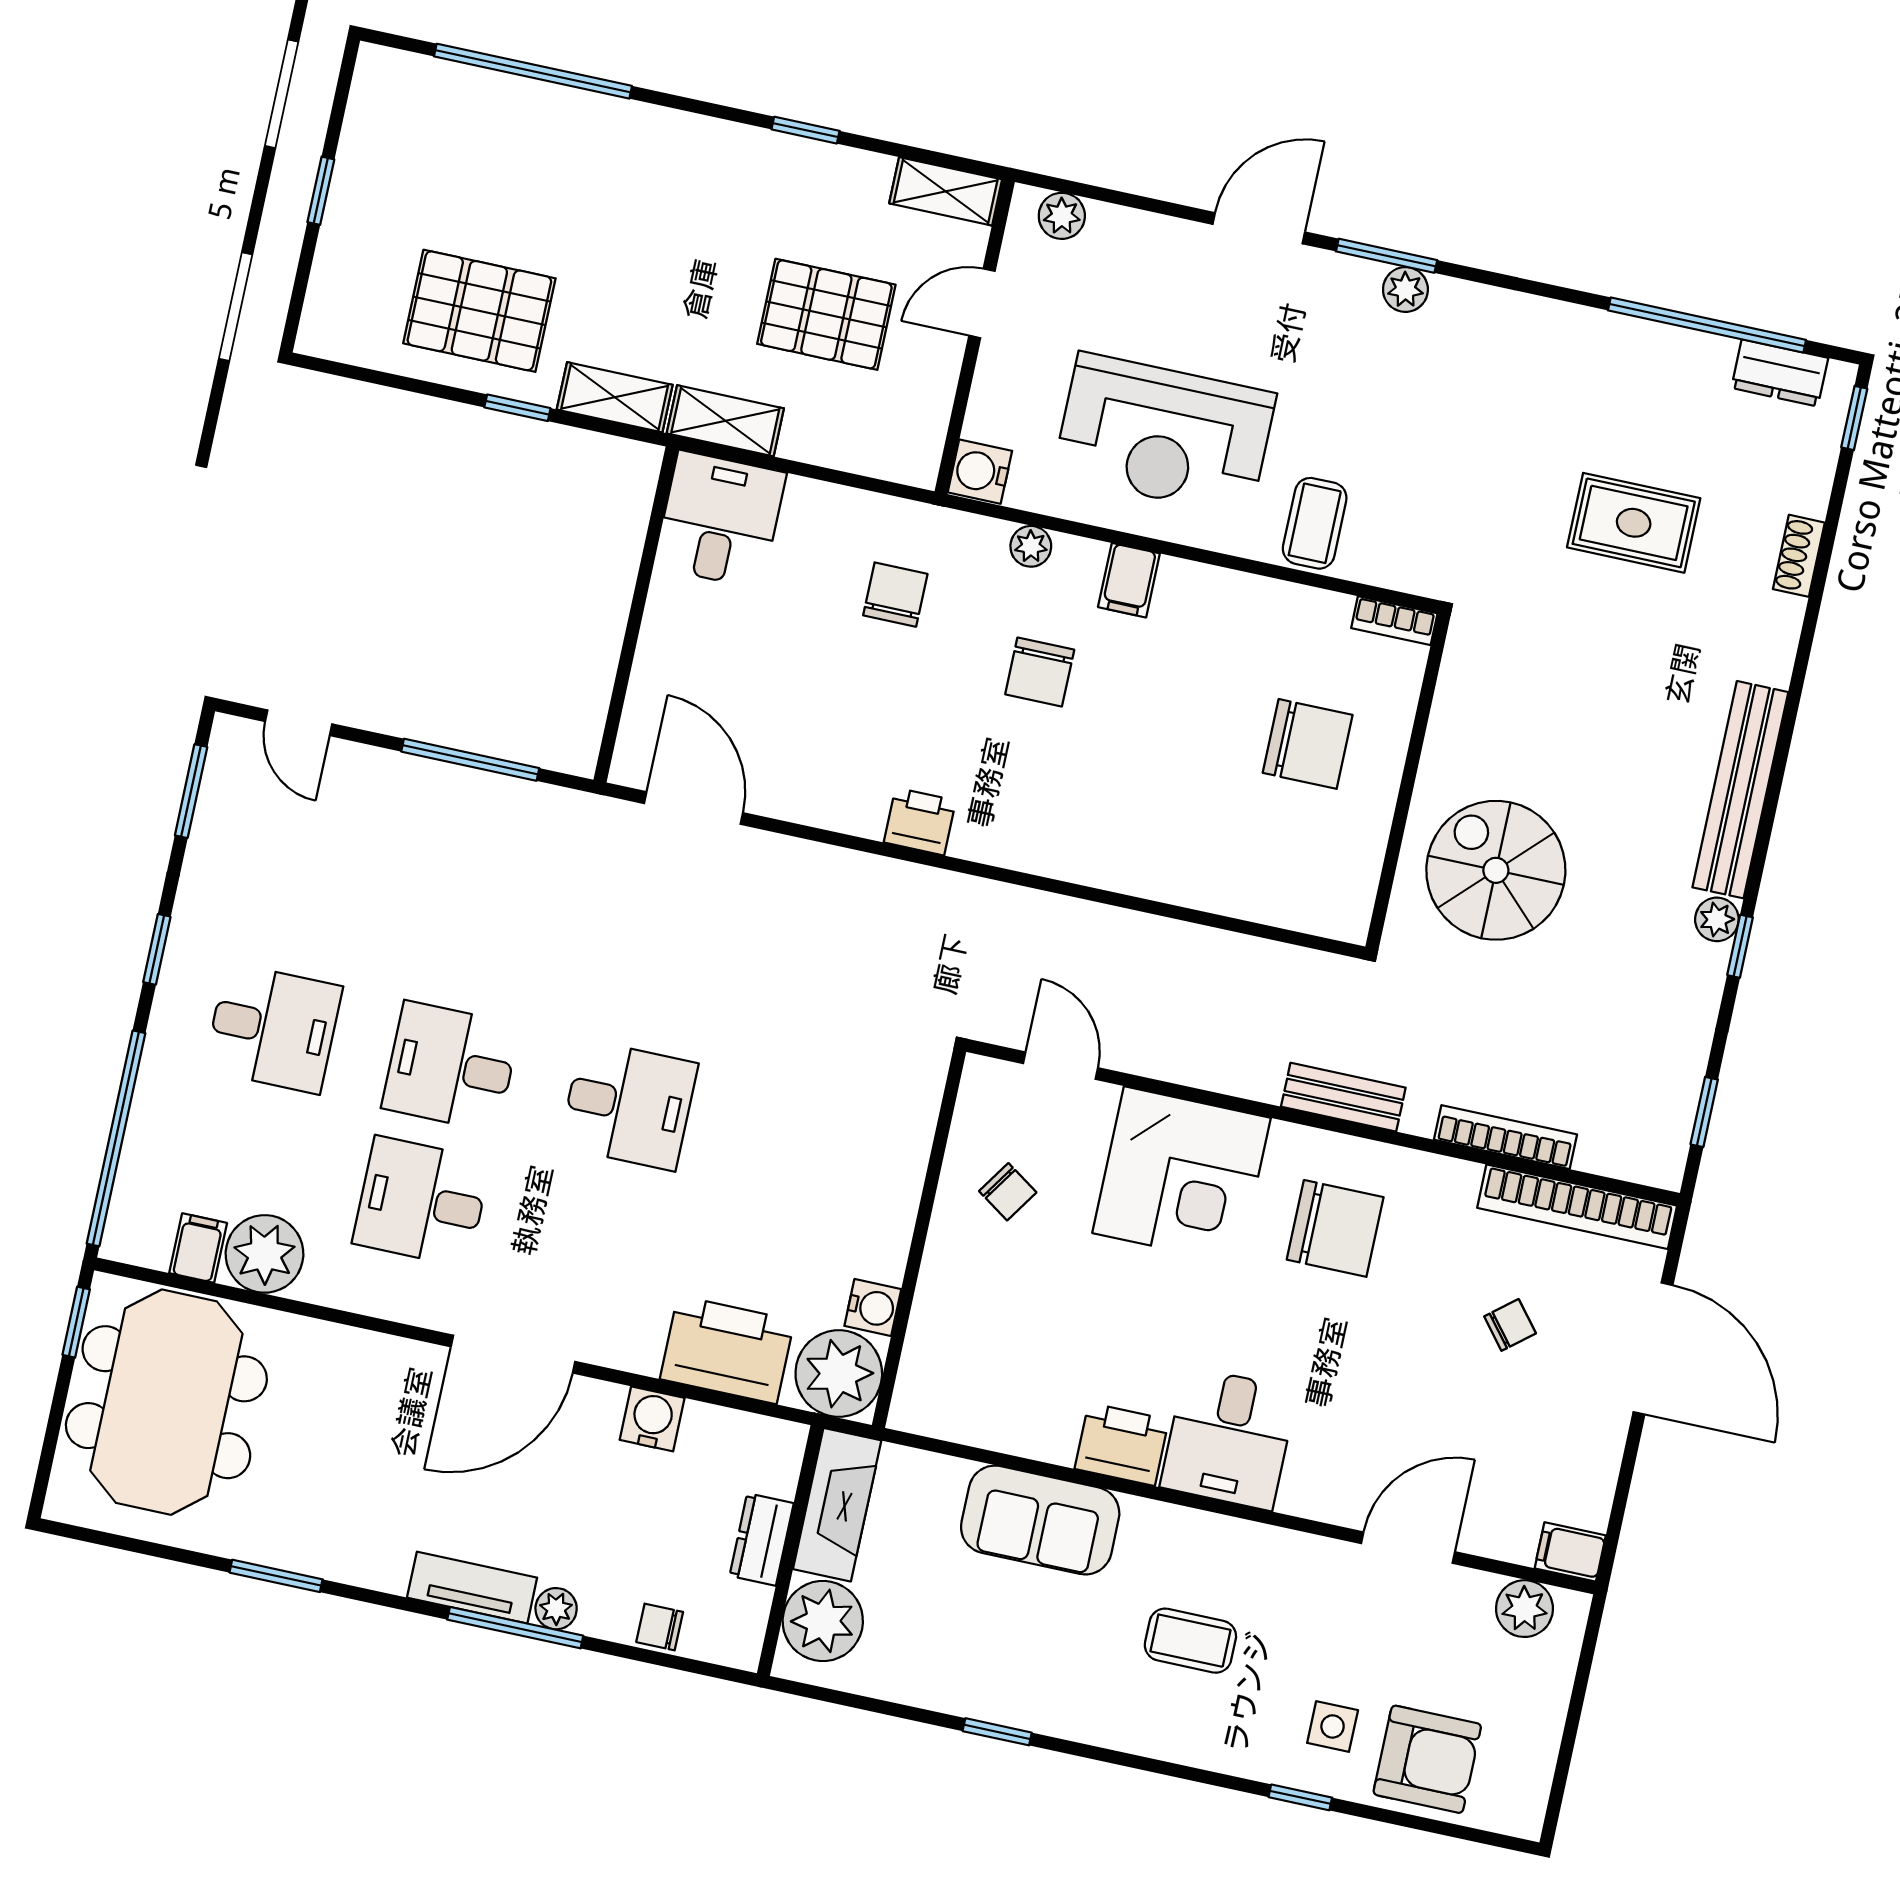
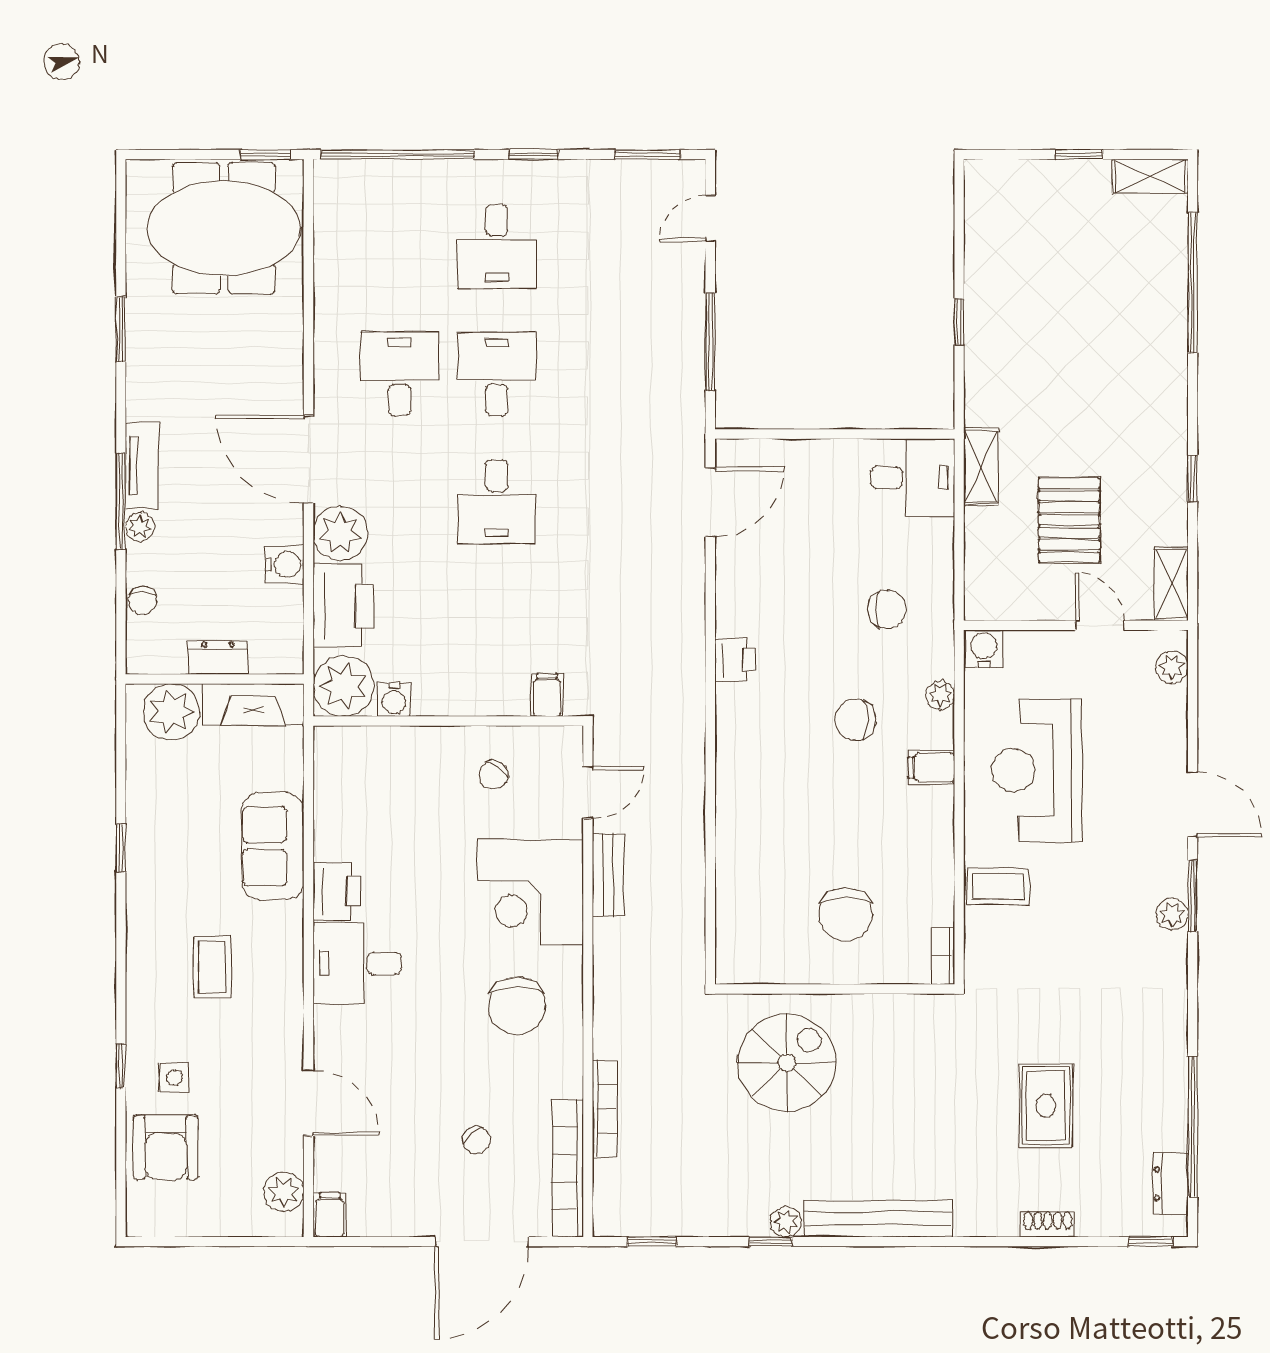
pallet: (479, 311) -> (1020, 281), removed
shelving: (615, 397) -> (1150, 176), moved, turned 90
bench: (1343, 1097) -> (608, 875), moved
filing cabinet: (198, 1248) -> (547, 695), moved, turned -90
plant: (265, 1254) -> (340, 533), moved
chair: (660, 1627) -> (143, 601), turned 180

